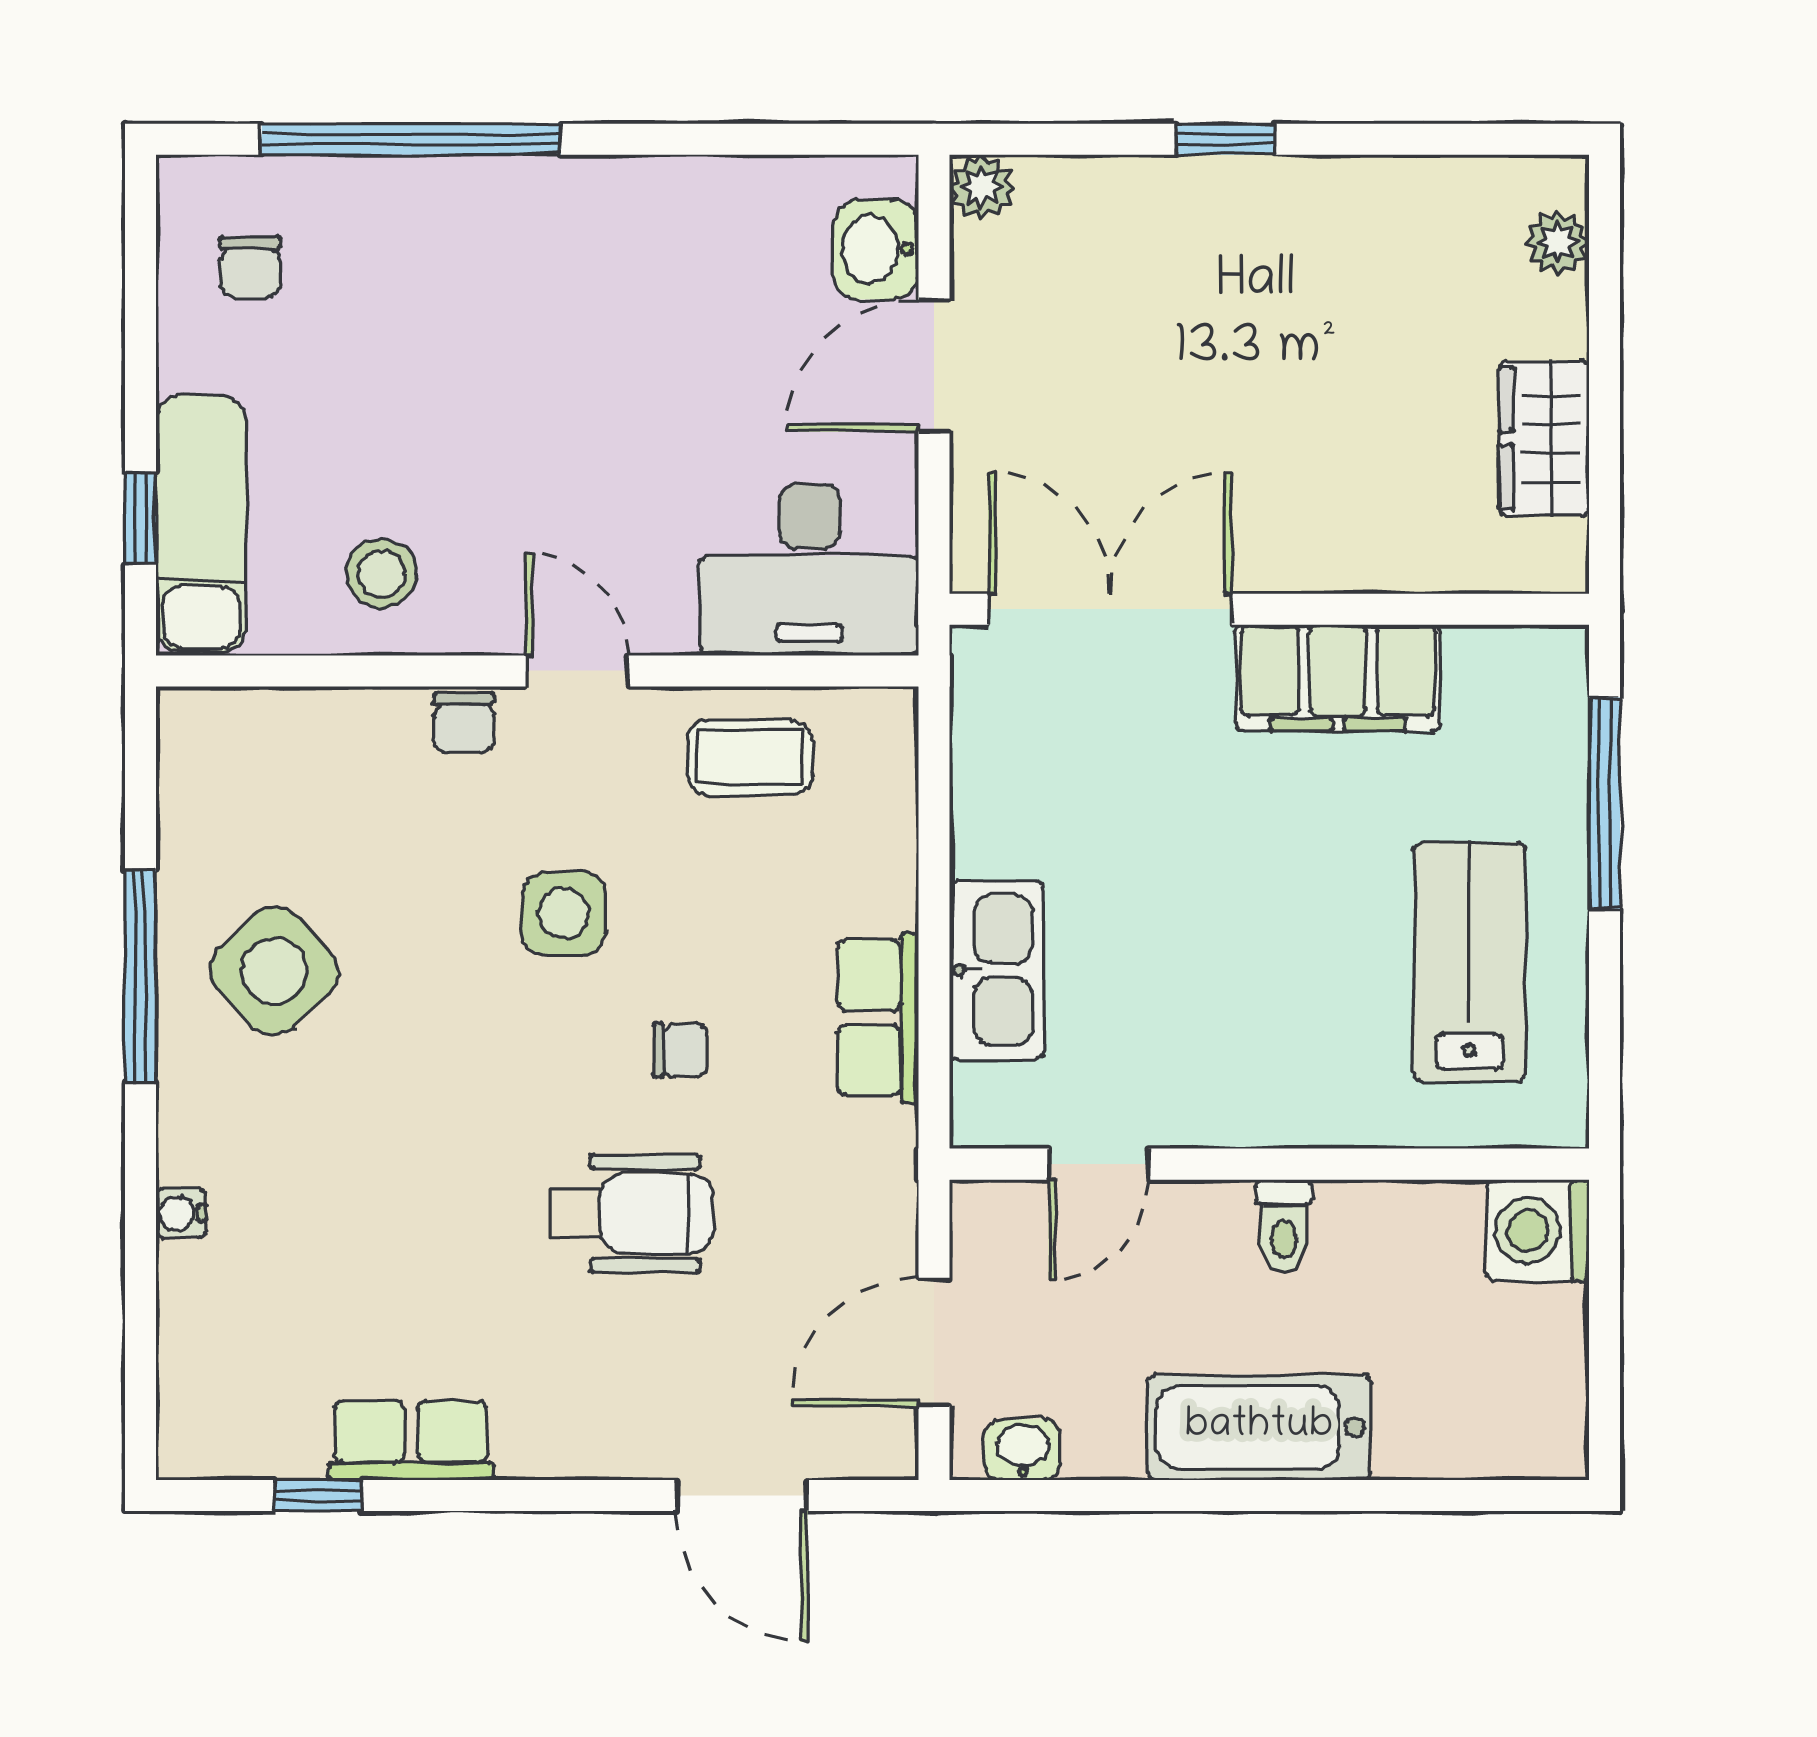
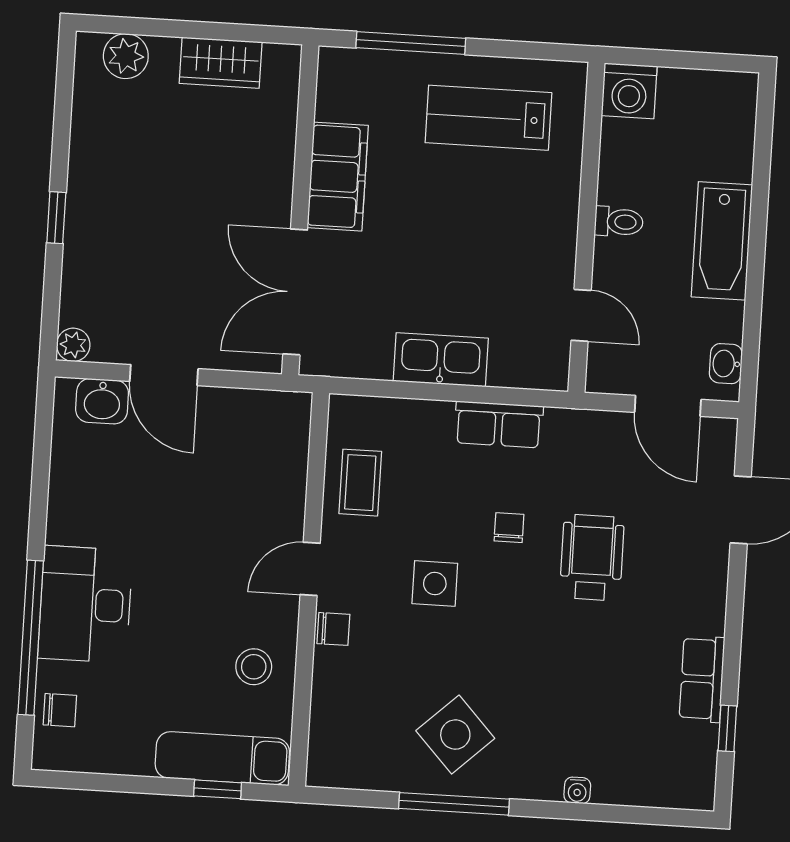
plant: (1557, 243) -> (126, 56), width x1.38, depth x1.38
chair: (250, 267) -> (60, 710), moved
desk: (809, 570) -> (85, 604), moved, turned 180
kitchen sink: (997, 970) -> (441, 360), moved

